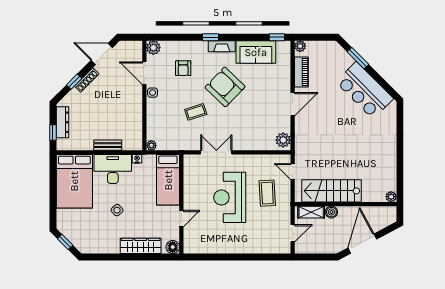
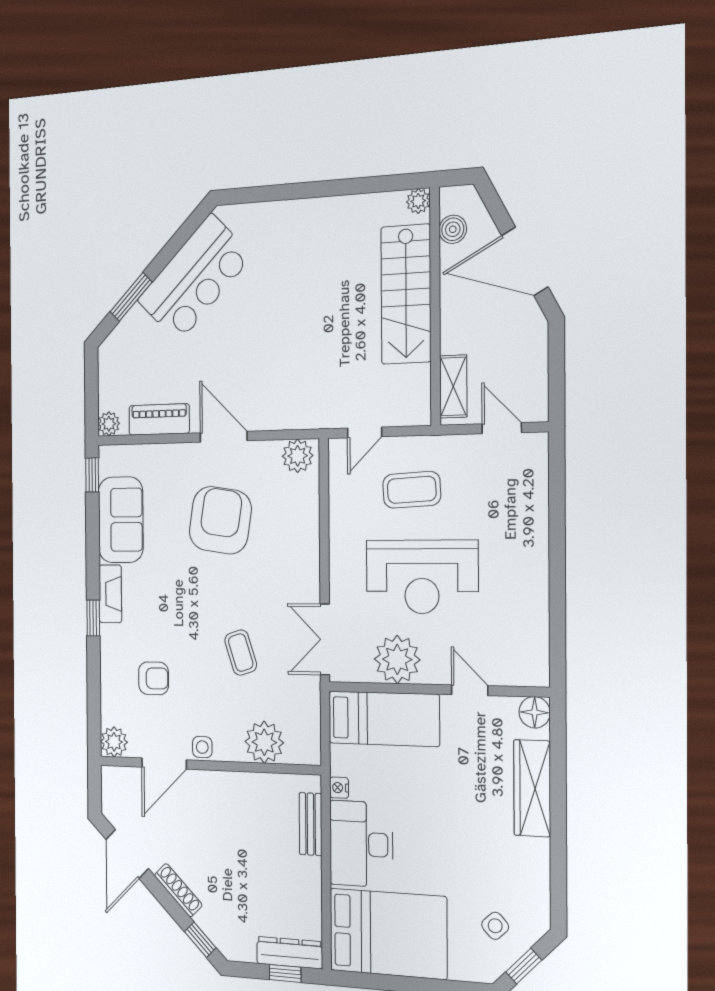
window: (74, 82) -> (200, 940), moved
armchair: (225, 87) -> (220, 520), moved, turned 145
dresser: (62, 122) -> (290, 953), moved
bench: (108, 145) -> (311, 824), moved
plant: (151, 145) -> (264, 742), moved, width x1.87, depth x1.87
double door: (216, 152) -> (325, 639), moved
plant: (194, 186) -> (397, 659), added
stairs: (331, 191) -> (406, 294), moved
side table: (117, 210) -> (495, 926), moved
boiler: (331, 212) -> (453, 229), moved

